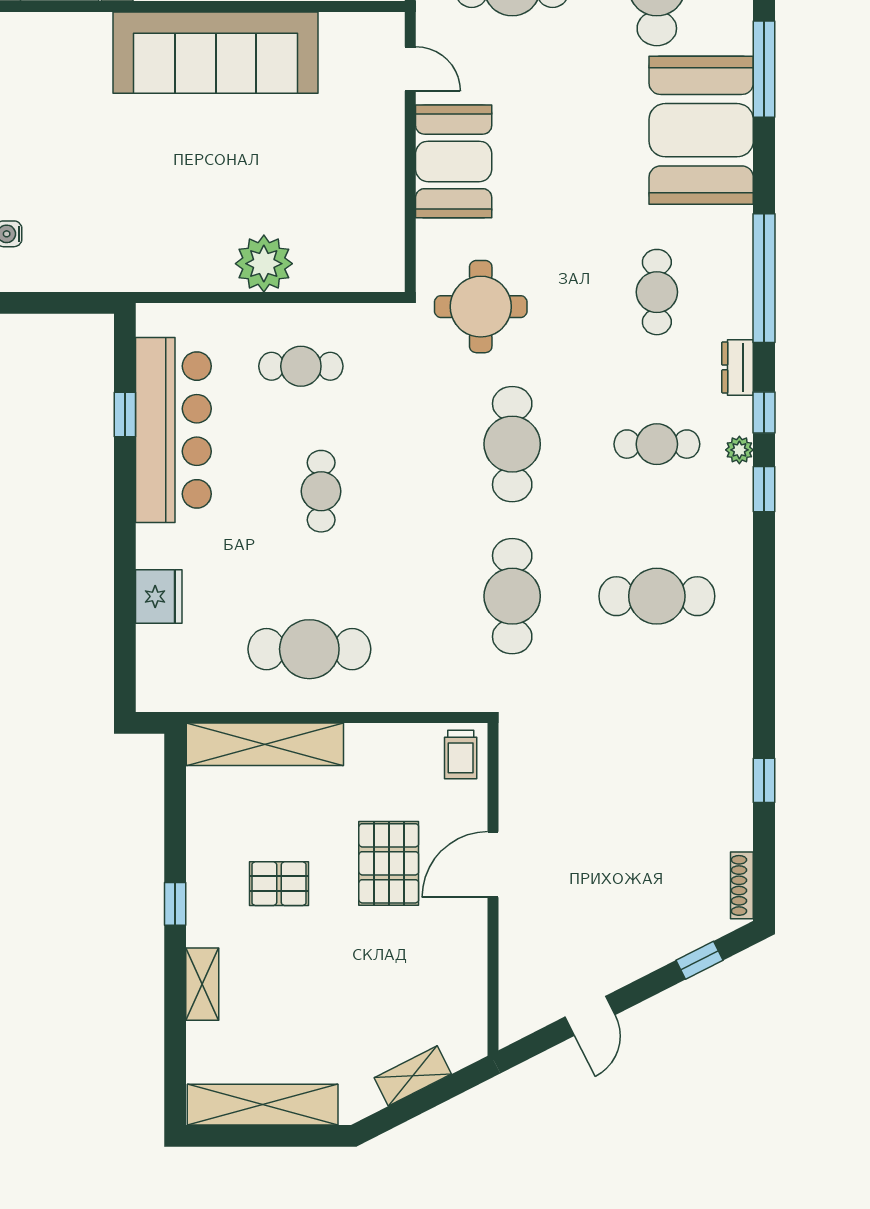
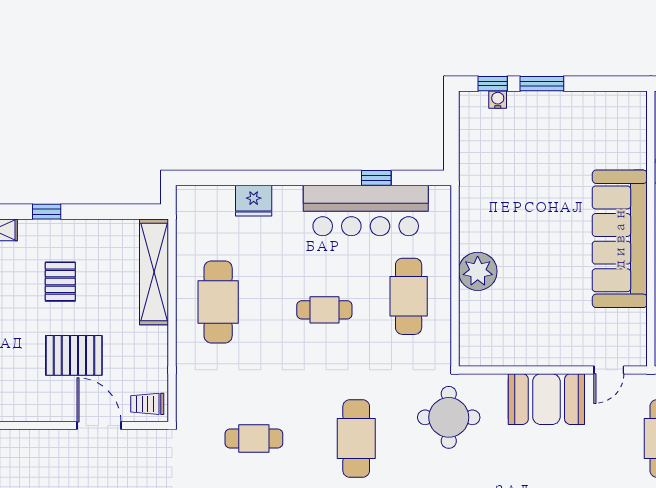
cafe table: (301, 366) -> (409, 296), width x1.37, depth x1.35
cafe table: (512, 444) -> (356, 438), turned 90
cafe table: (512, 596) -> (254, 438), width x0.73, depth x0.74
door: (493, 865) -> (99, 426), moved

